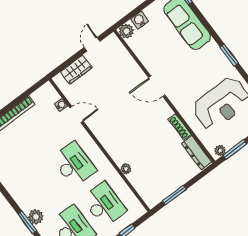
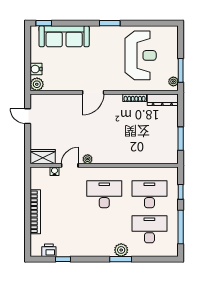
wardrobe: (76, 70) -> (43, 157), moved, turned -90
plant: (126, 169) -> (88, 159), moved

